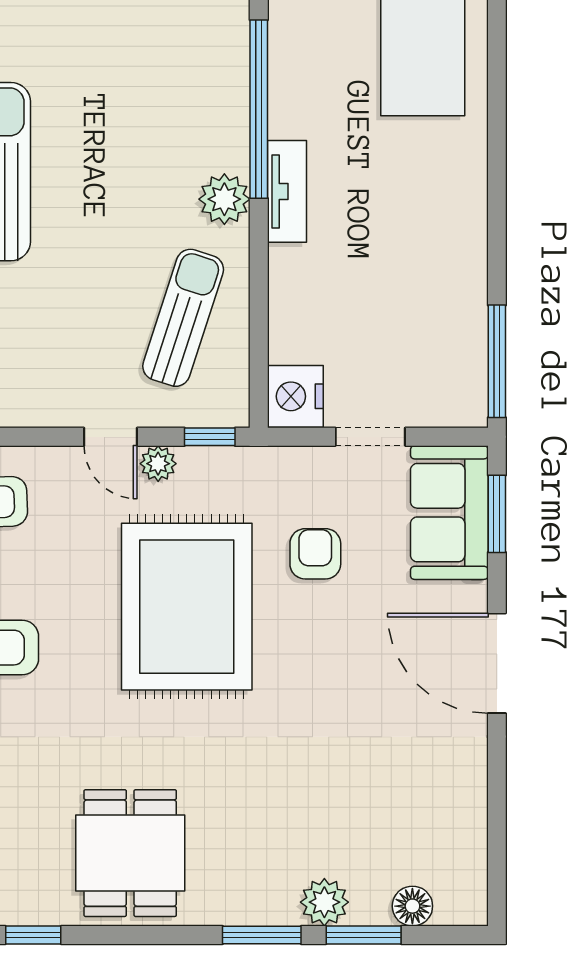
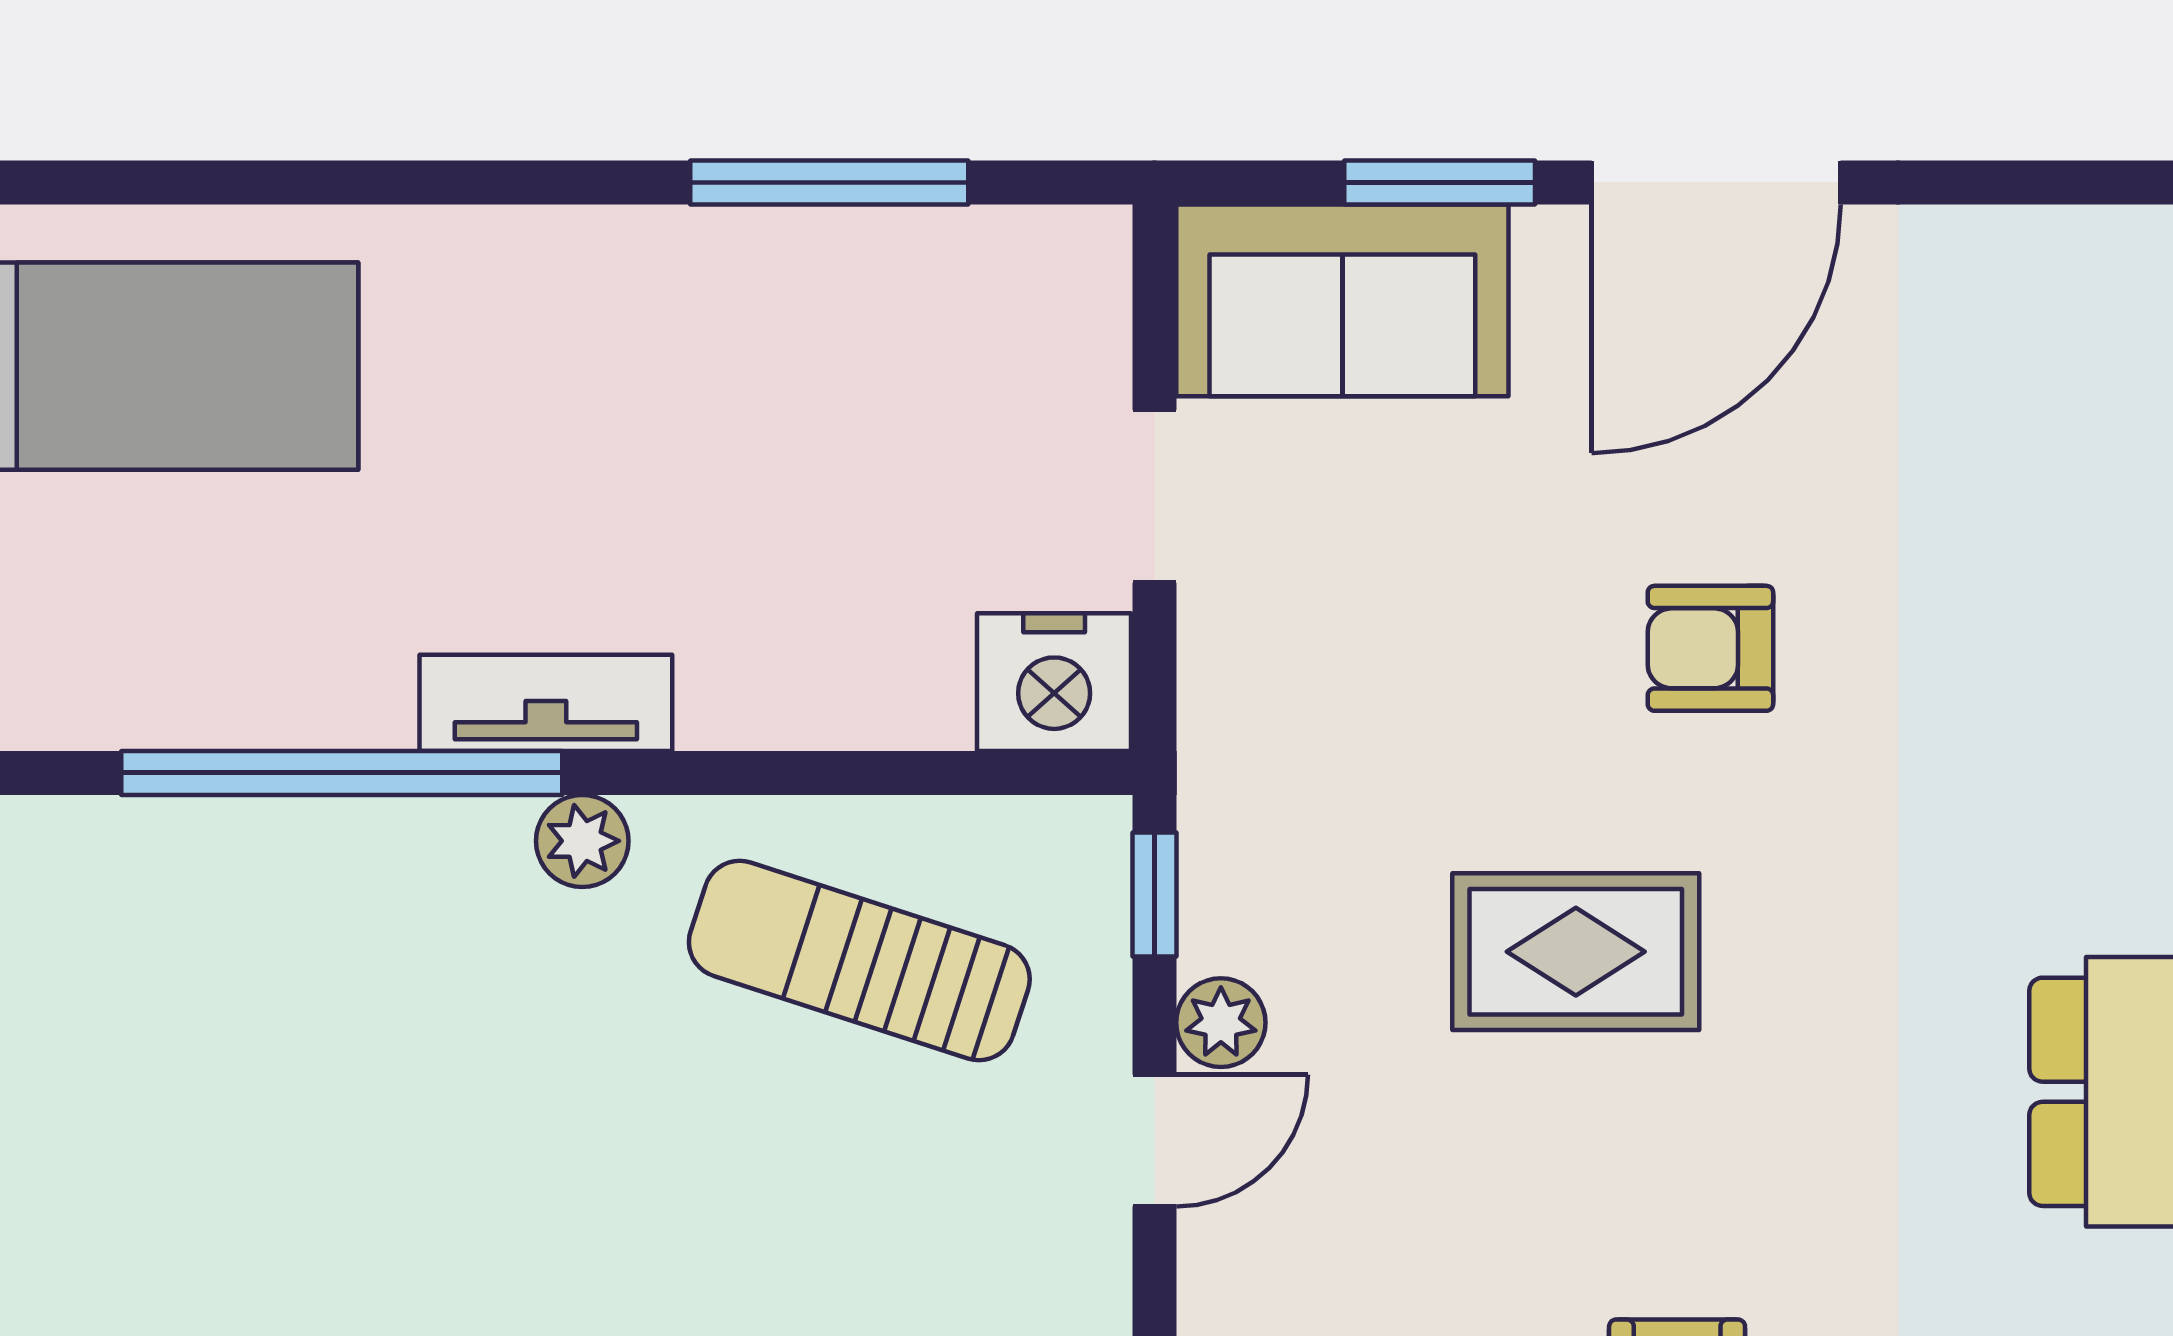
plant: (224, 199) -> (582, 841), width x0.73, depth x0.73
window: (497, 361) -> (829, 182), moved
window: (497, 514) -> (1440, 182), moved
armchair: (315, 554) -> (1710, 648), moved
rug: (187, 607) -> (1576, 952), width x0.54, depth x0.49

